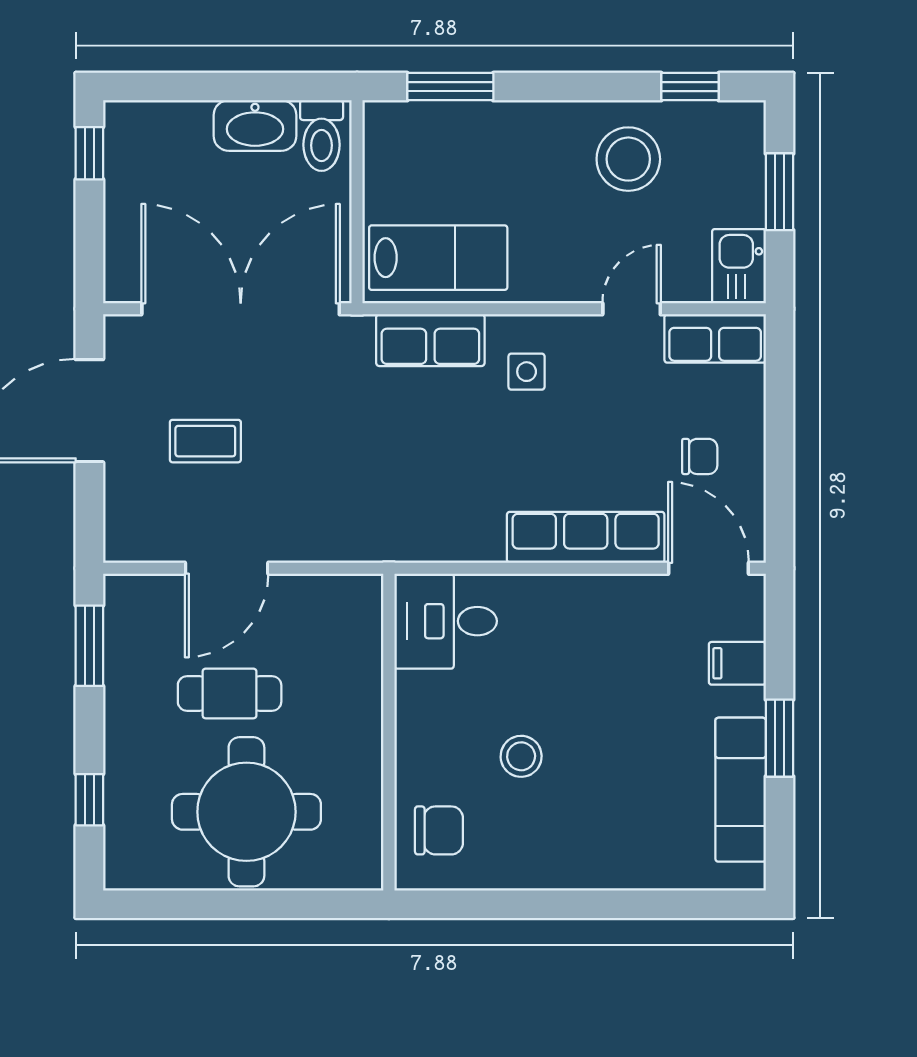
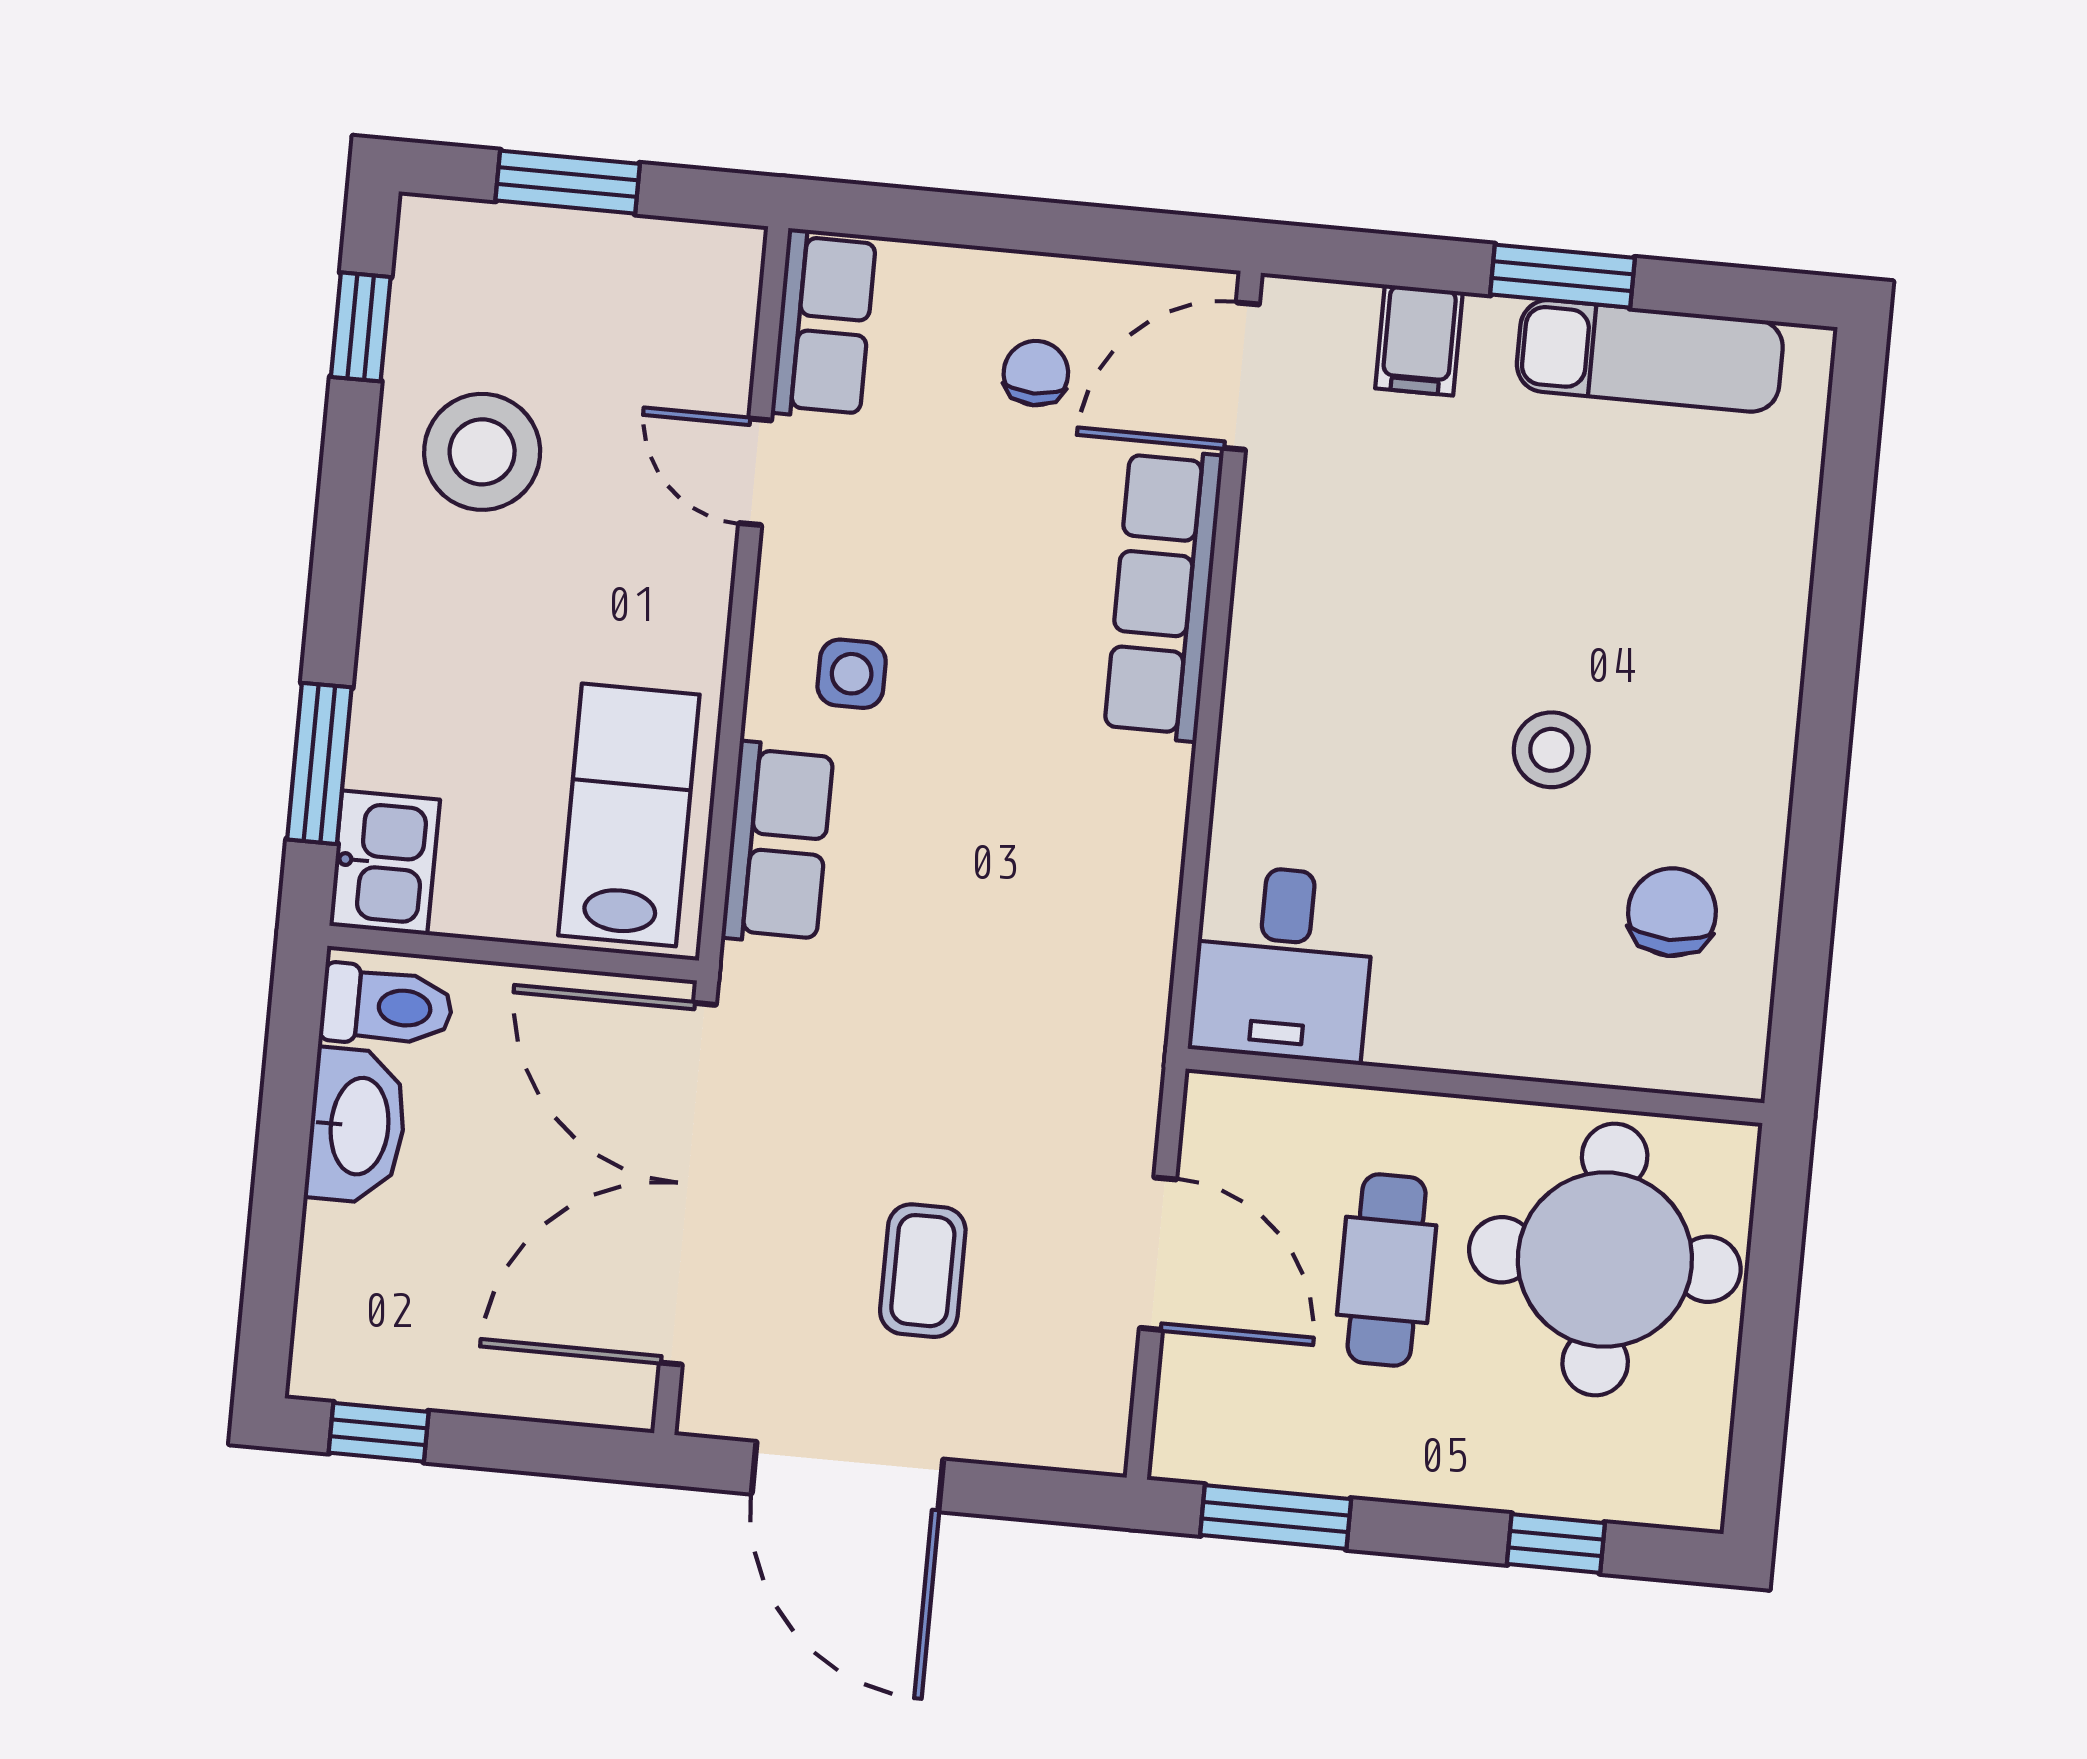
kitchen sink: (739, 266) -> (385, 863), moved, turned -90
desk: (446, 621) -> (1283, 964), moved
wall: (389, 732) -> (1475, 1086), moved

